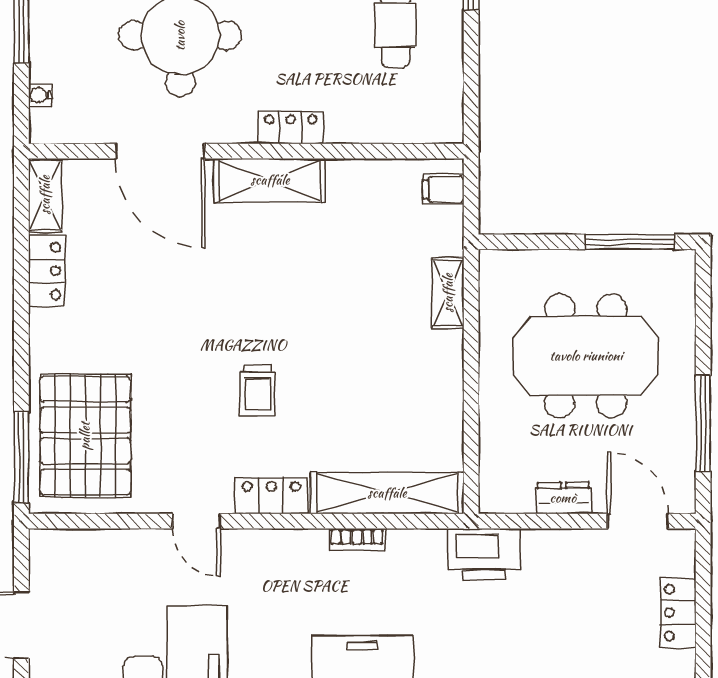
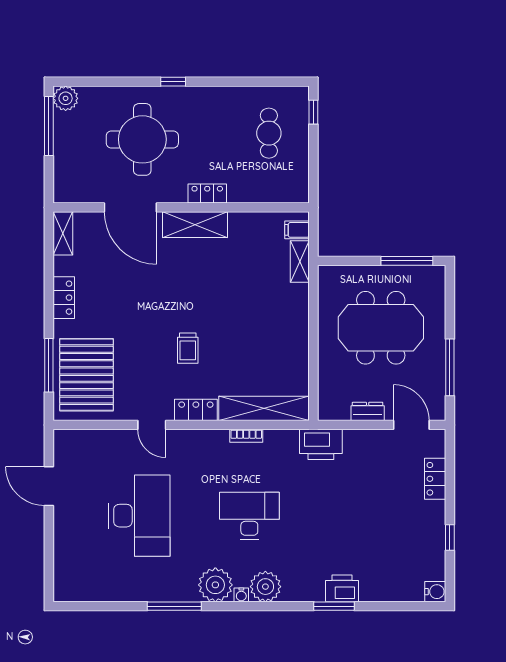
water cooler: (40, 95) -> (60, 174), removed
locker: (47, 271) -> (64, 298), moved
shelving: (448, 293) -> (300, 261), moved
window: (21, 457) -> (49, 365), moved

